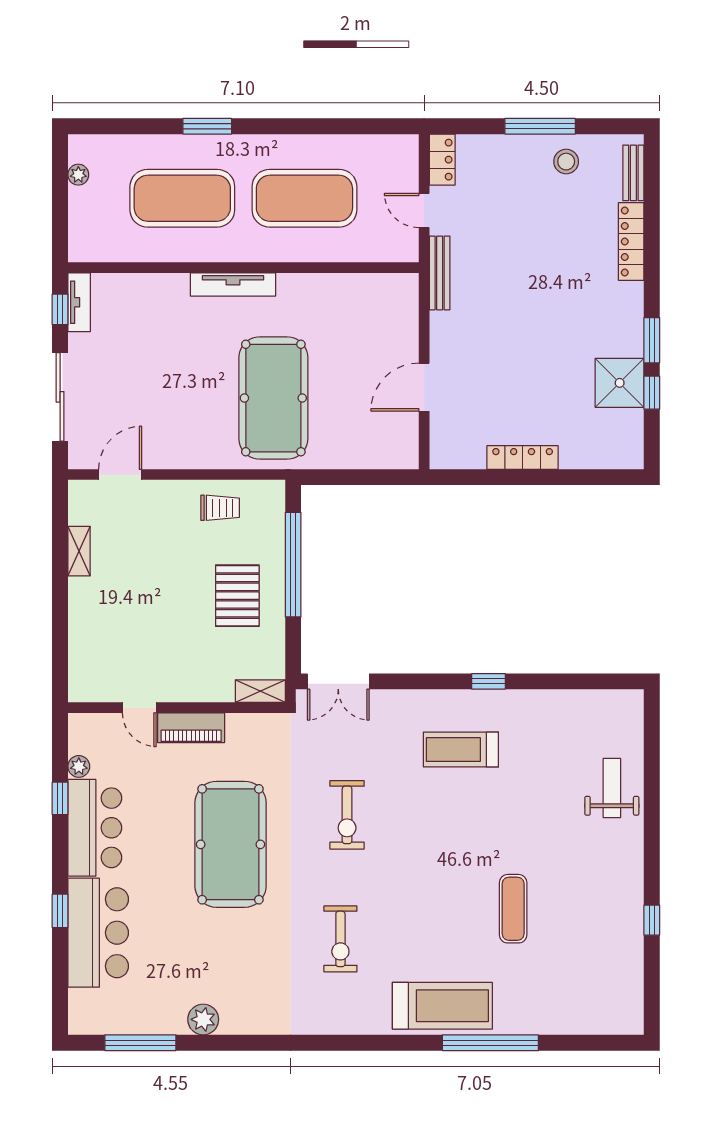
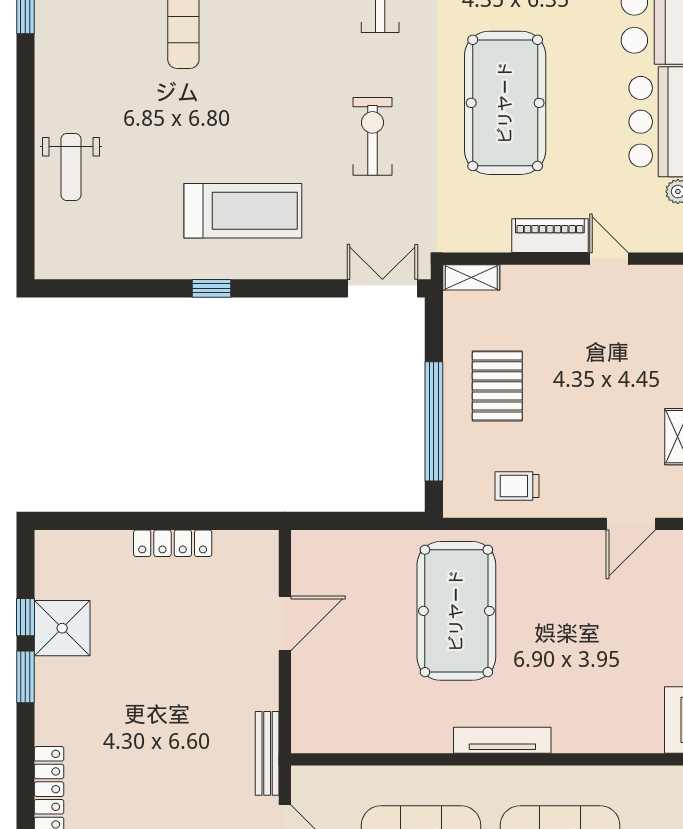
treadmill: (461, 750) -> (243, 211), width x1.37, depth x1.38

